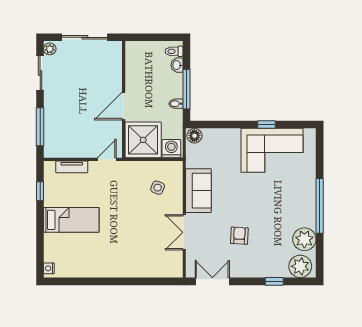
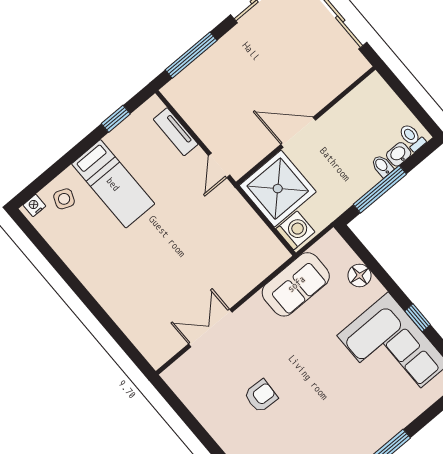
bidet: (176, 104) -> (382, 166), moved
floor lamp: (194, 136) -> (359, 275), moved
door: (107, 159) -> (219, 165), swing flipped
side table: (158, 188) -> (64, 199), moved
sofa: (198, 191) -> (296, 284), moved
double door: (212, 281) -> (181, 409), removed

